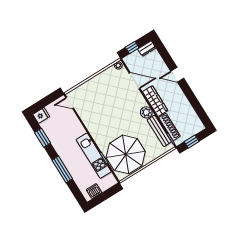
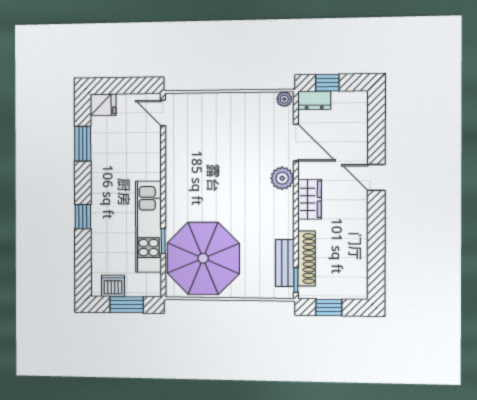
dresser: (147, 49) -> (314, 100), moved
wardrobe: (155, 101) -> (310, 199), width x0.67
plant: (146, 112) -> (282, 178), moved
bench: (159, 131) -> (285, 263), width x0.73
window: (62, 169) -> (83, 217), width x0.46
window: (105, 195) -> (127, 305), added

